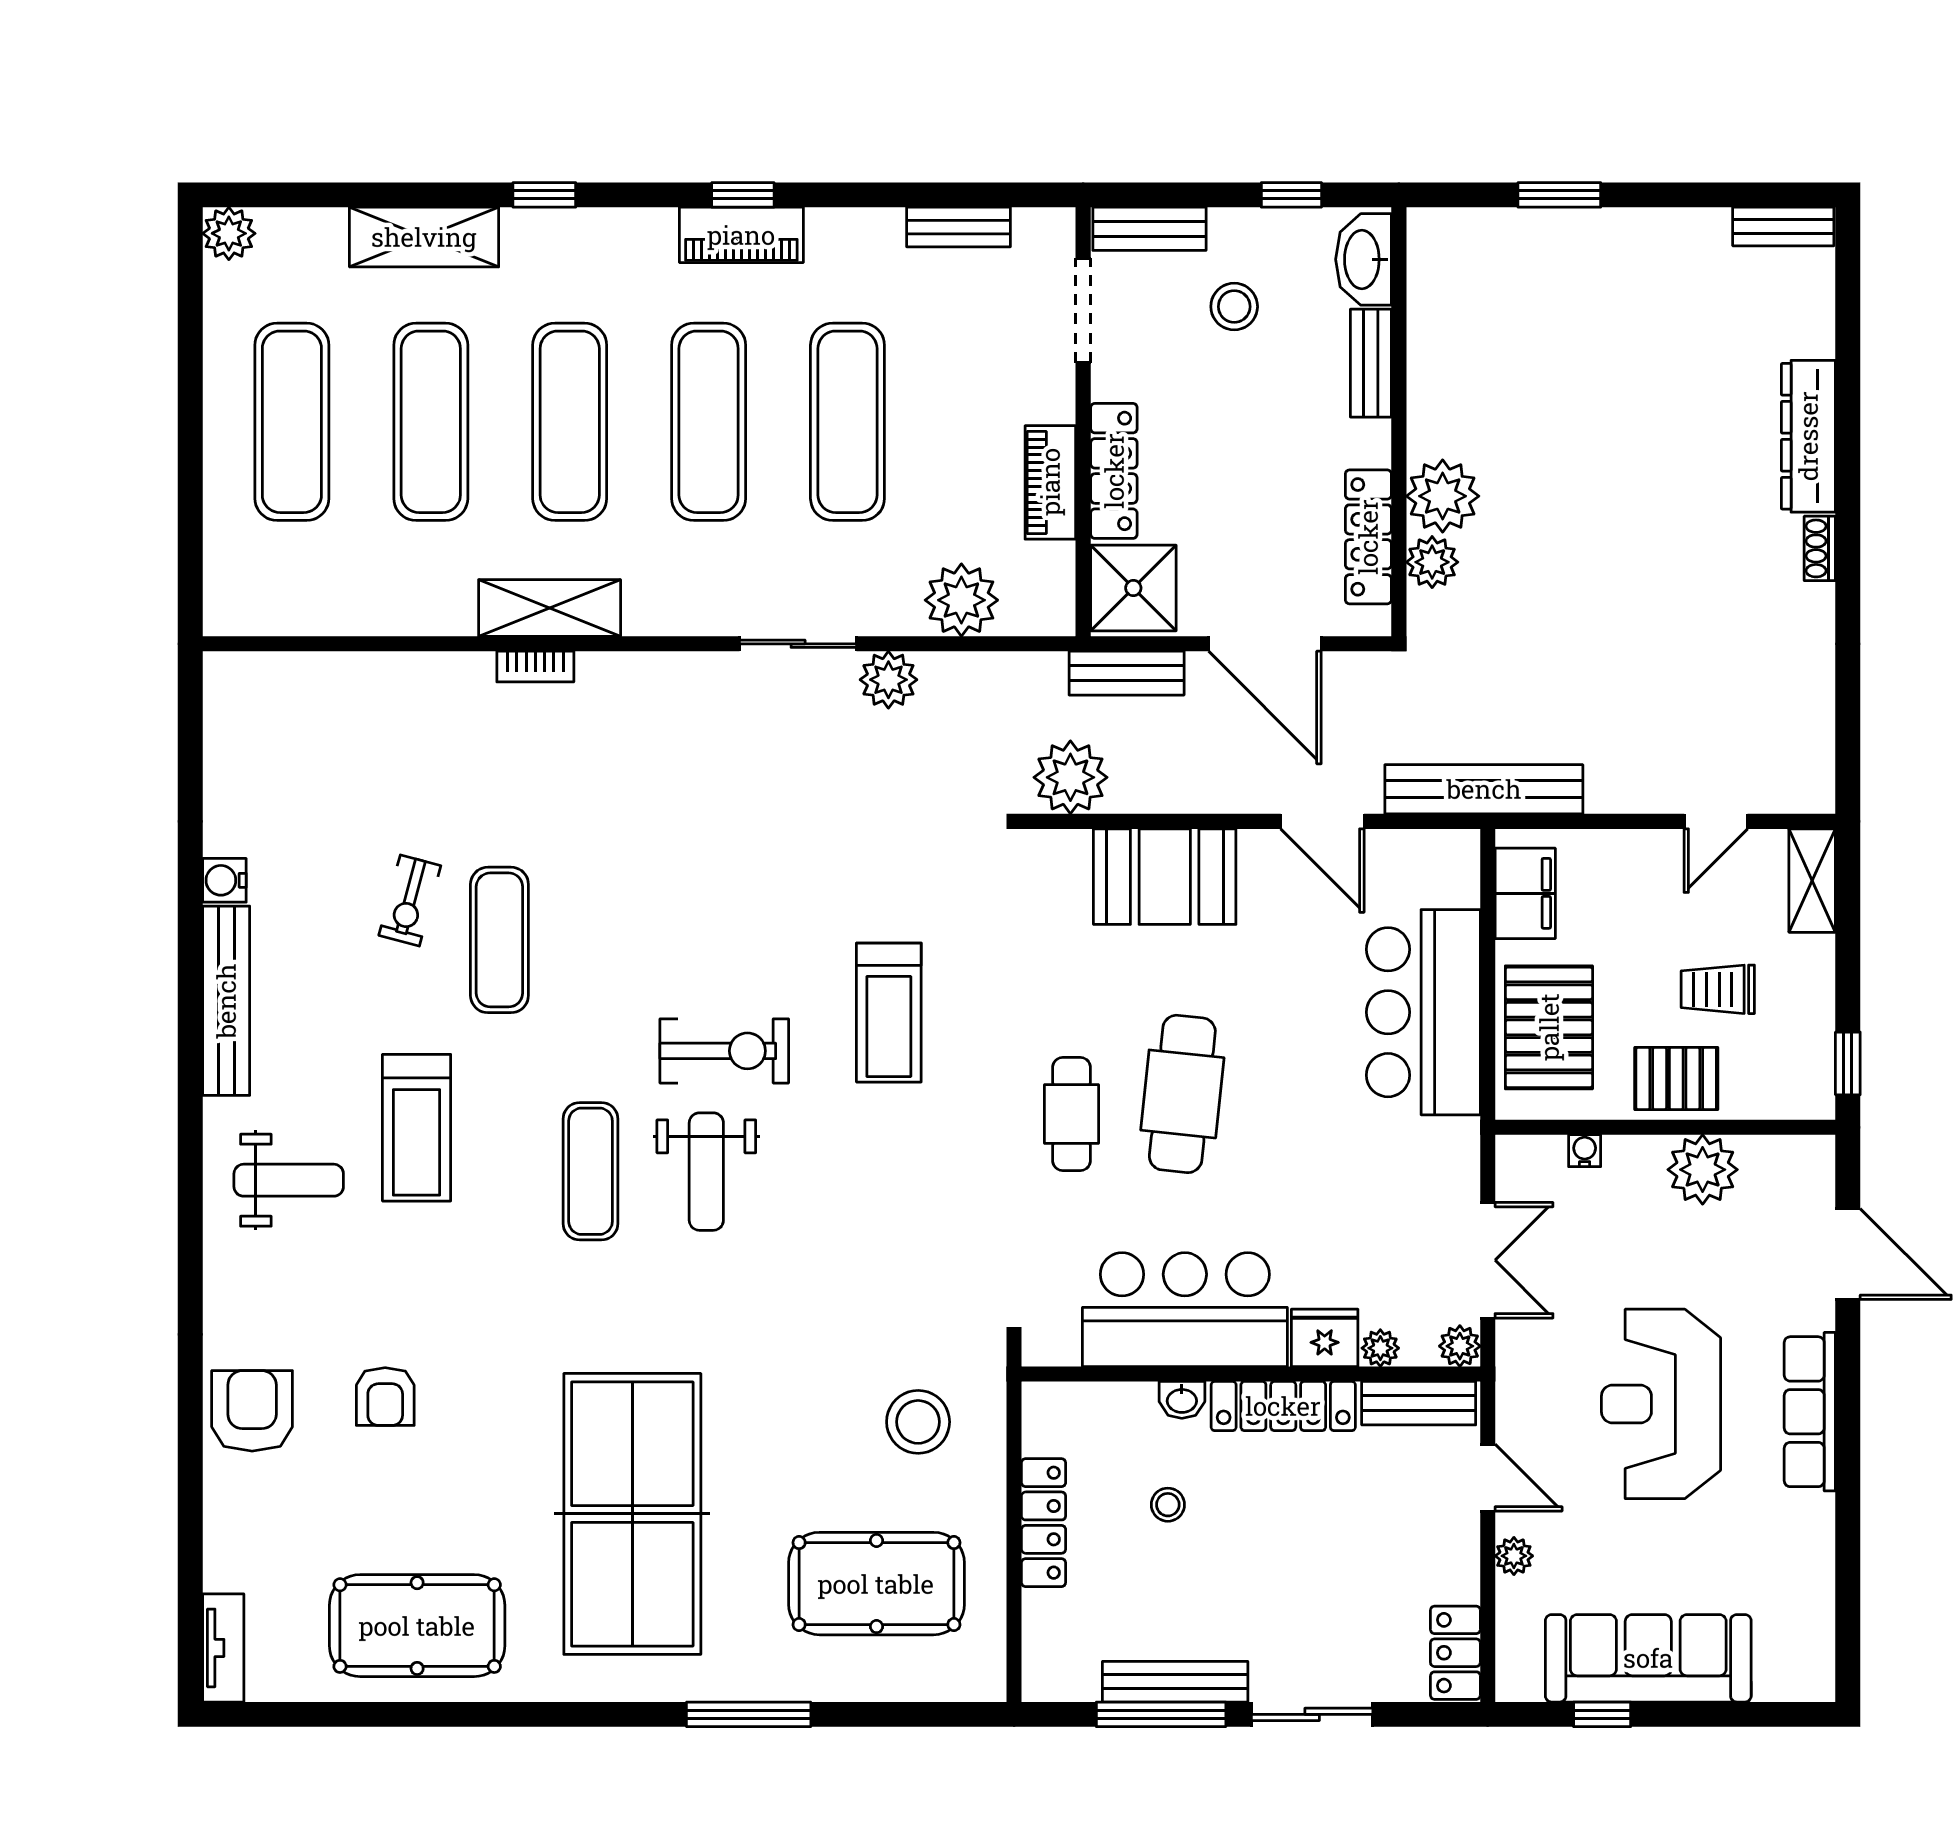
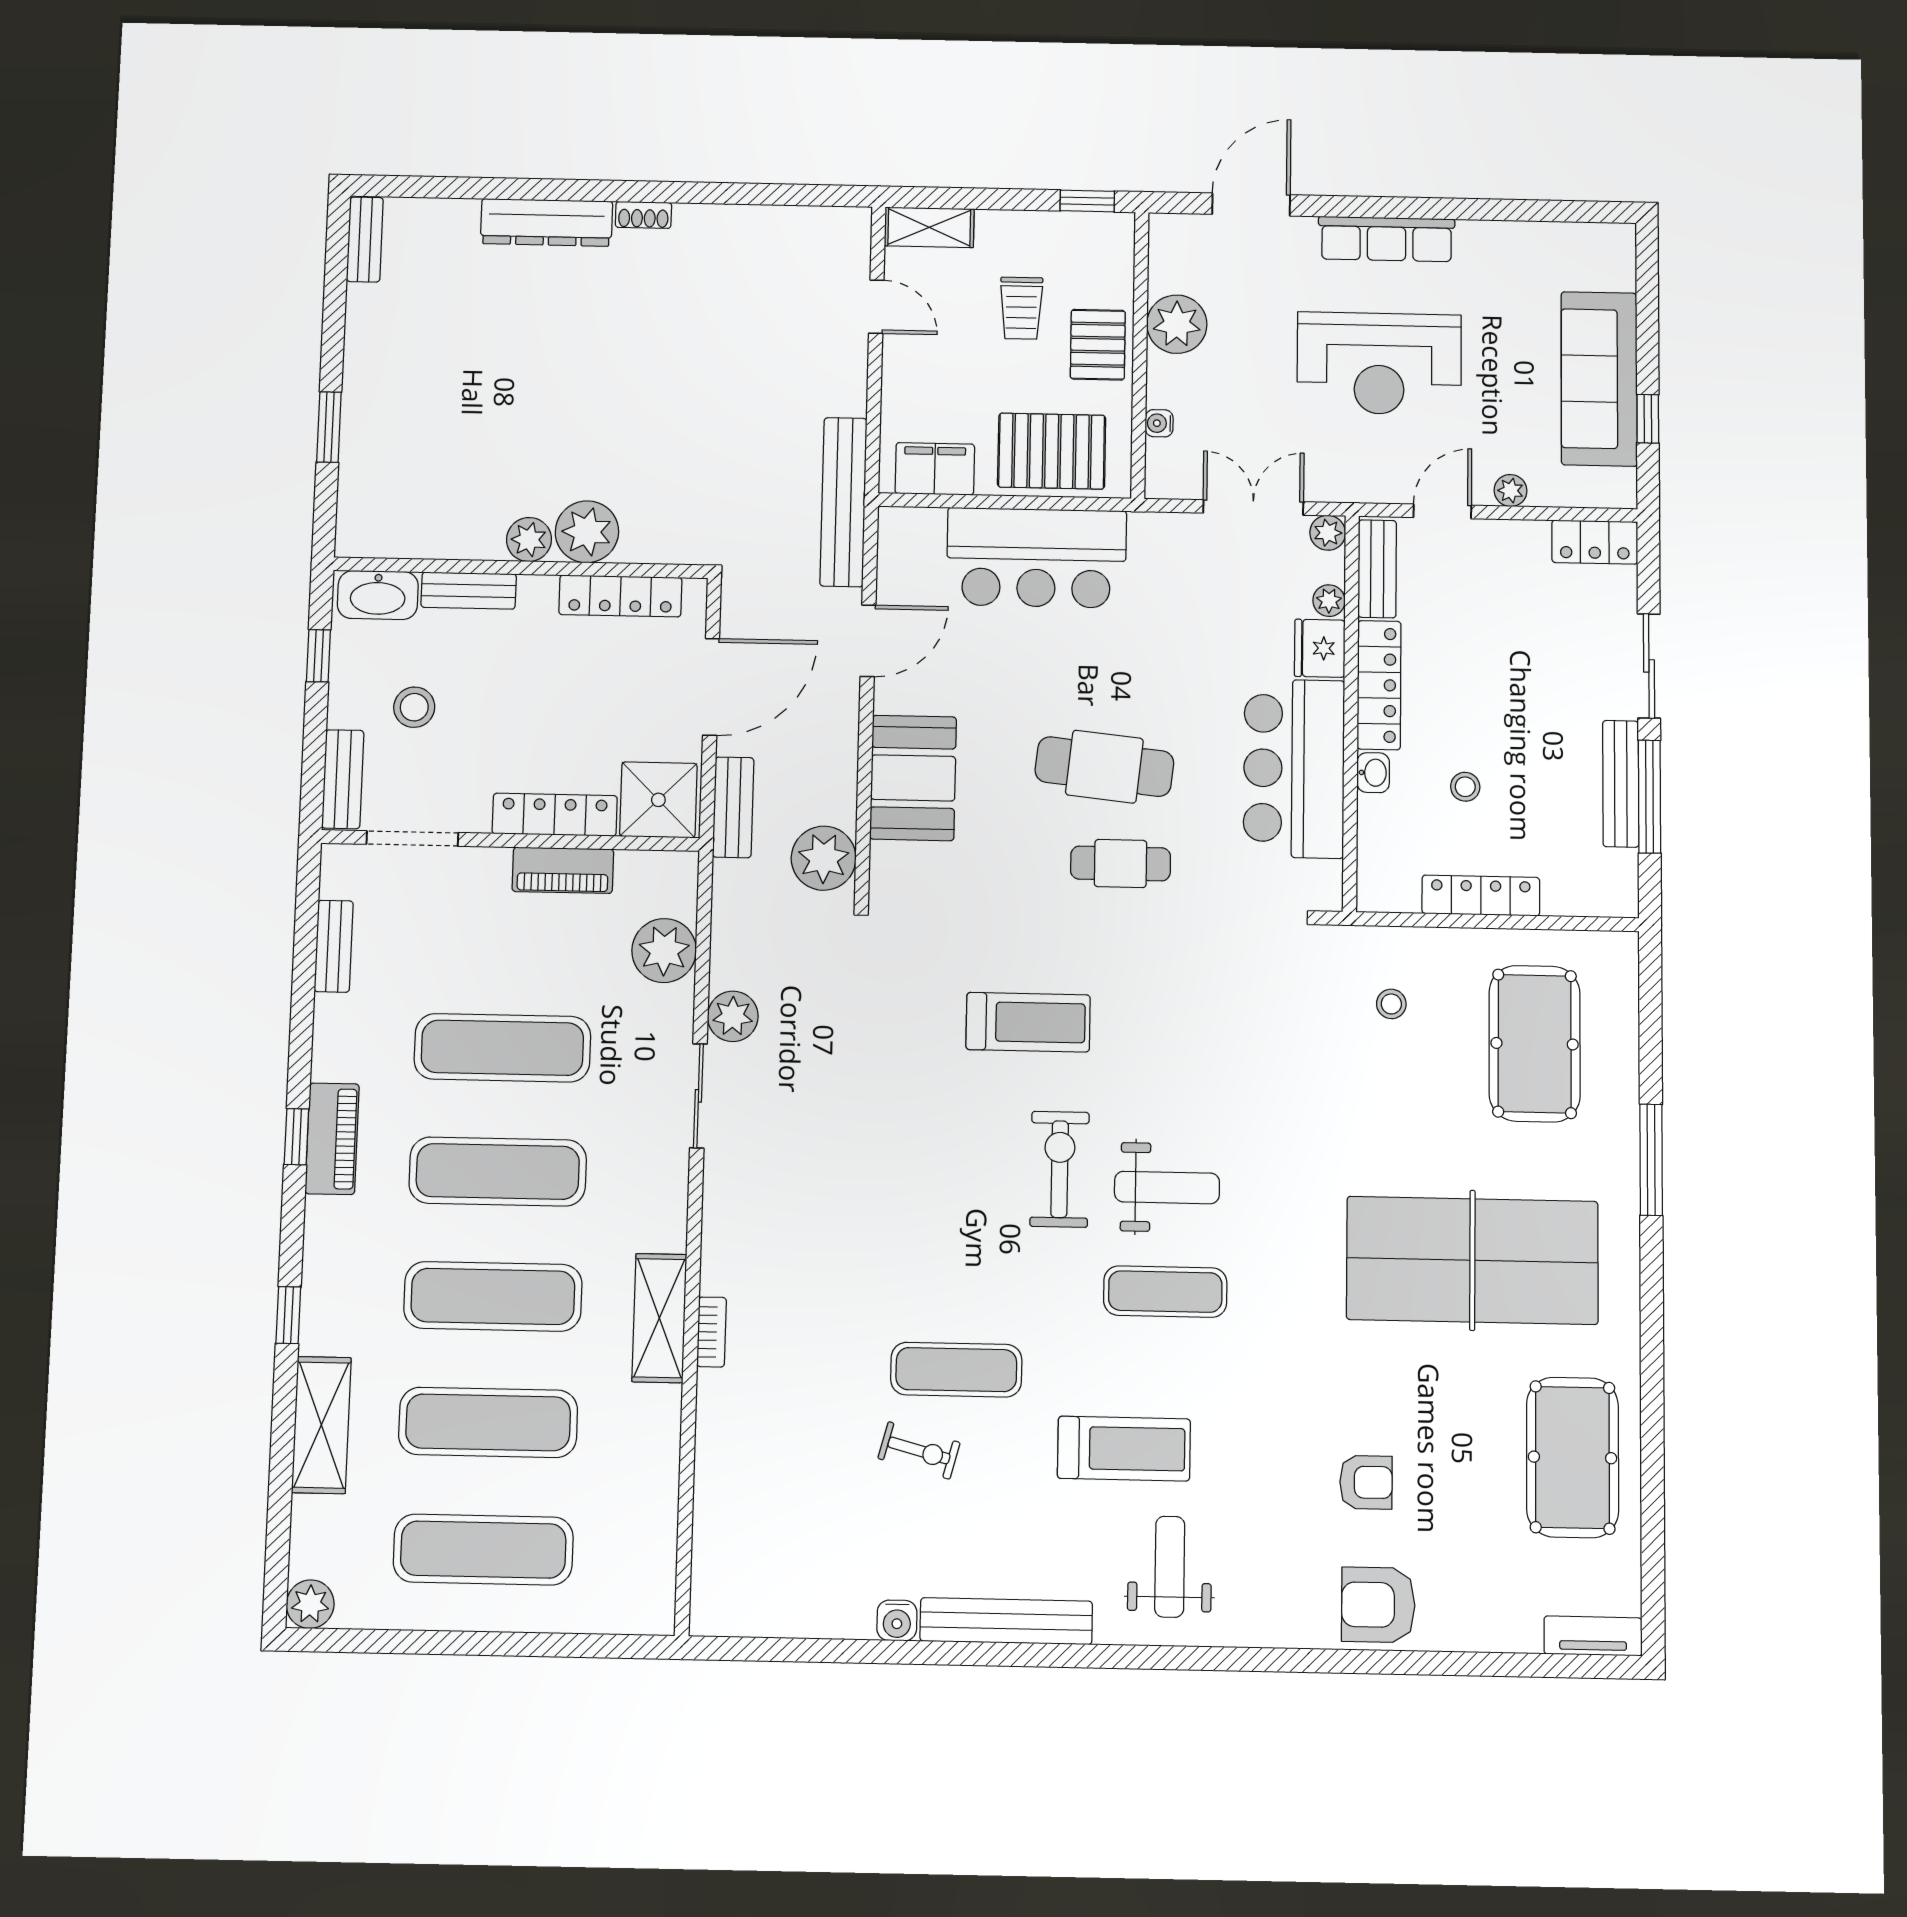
plant: (1432, 562) -> (529, 540), moved
stool: (918, 1422) -> (1391, 1004), width x0.53, depth x0.53

